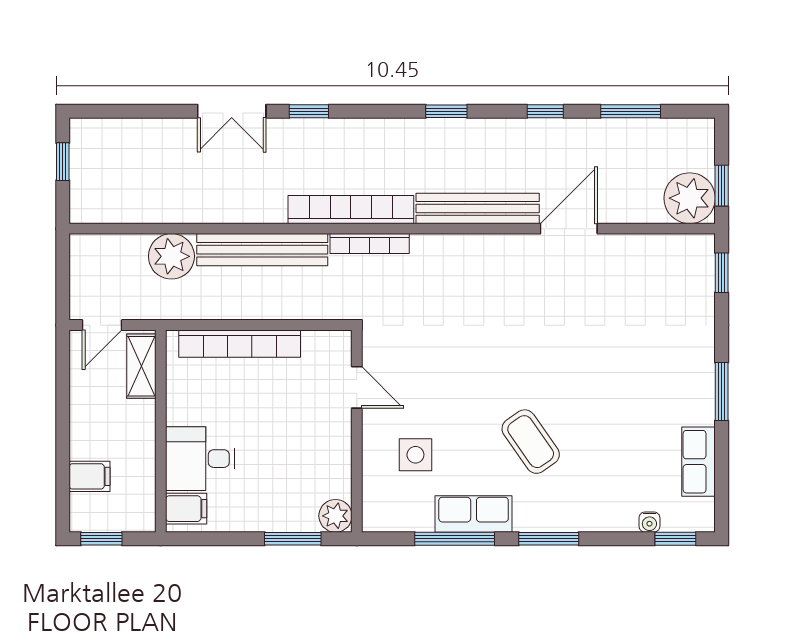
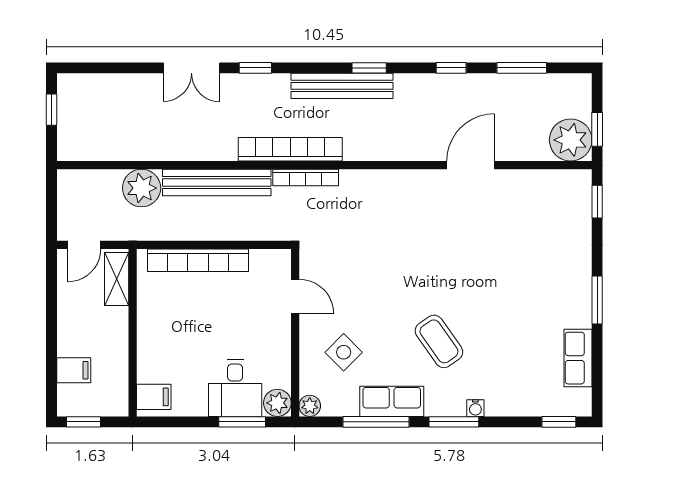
bench: (478, 208) -> (342, 86), moved
side table: (415, 455) -> (344, 352), turned 45
desk: (200, 459) -> (235, 388), moved, turned -90
plant: (375, 519) -> (310, 406), added
water cooler: (649, 522) -> (475, 408), moved

